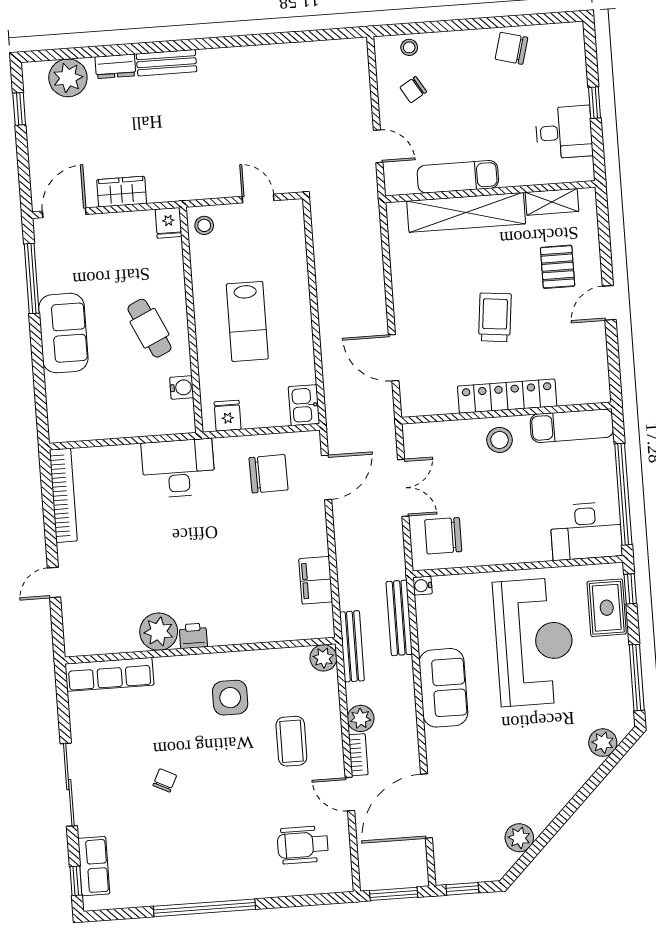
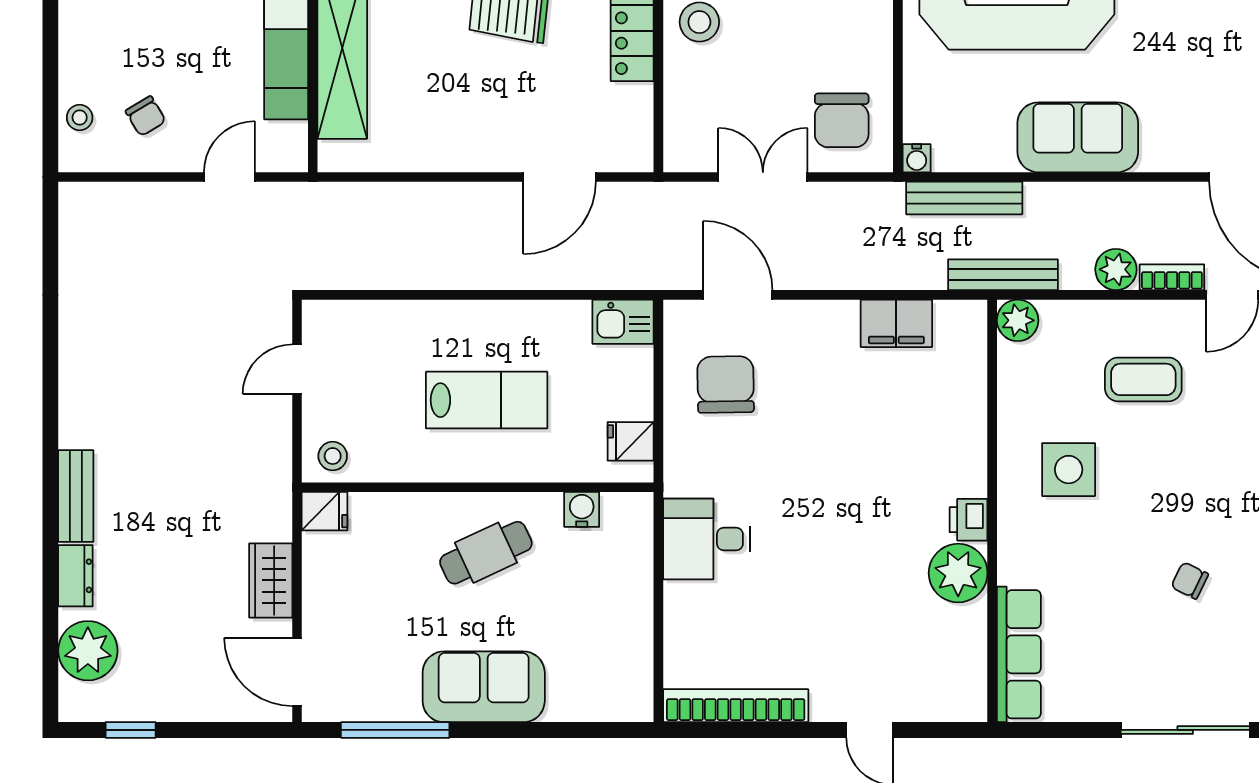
desk: (178, 468) -> (706, 539), width x0.73

